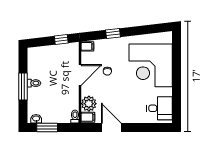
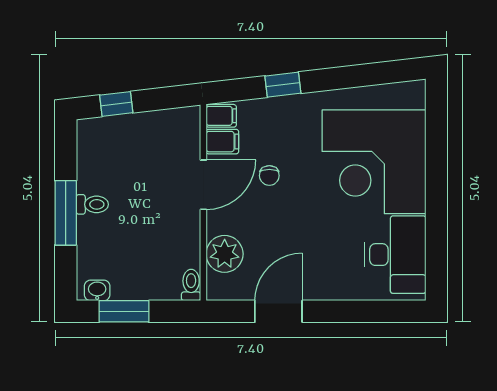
window: (61, 39) -> (116, 104), moved
desk: (160, 108) -> (395, 255), width x1.37
filing cabinet: (88, 117) -> (222, 142), moved
door: (111, 127) -> (278, 311), hinge flipped

